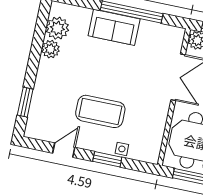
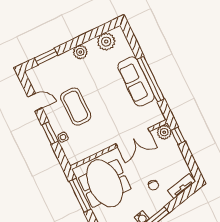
sofa: (114, 27) -> (136, 81), width x1.36
plant: (51, 49) -> (80, 52), moved

